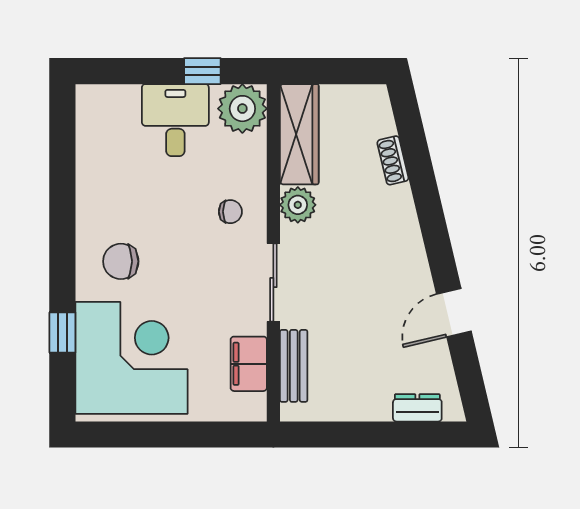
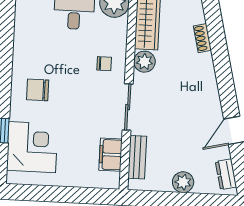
corner desk: (132, 358) -> (32, 147), width x0.74, depth x0.74
plant: (373, 404) -> (183, 182), added
dresser: (417, 408) -> (226, 174), moved, turned -103

